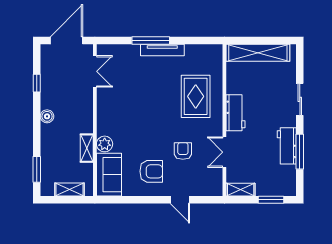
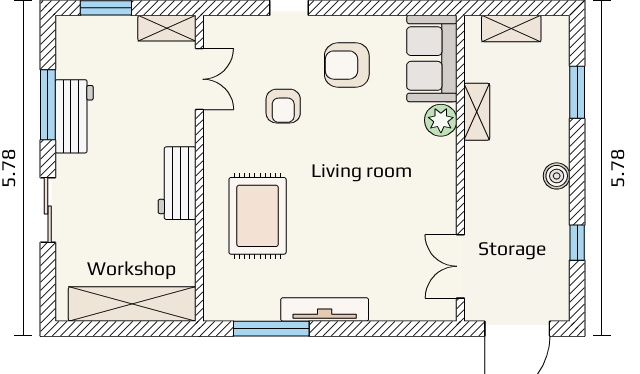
window: (151, 40) -> (271, 329), moved
double door: (224, 152) -> (199, 79), moved
window: (37, 169) -> (577, 92), moved

